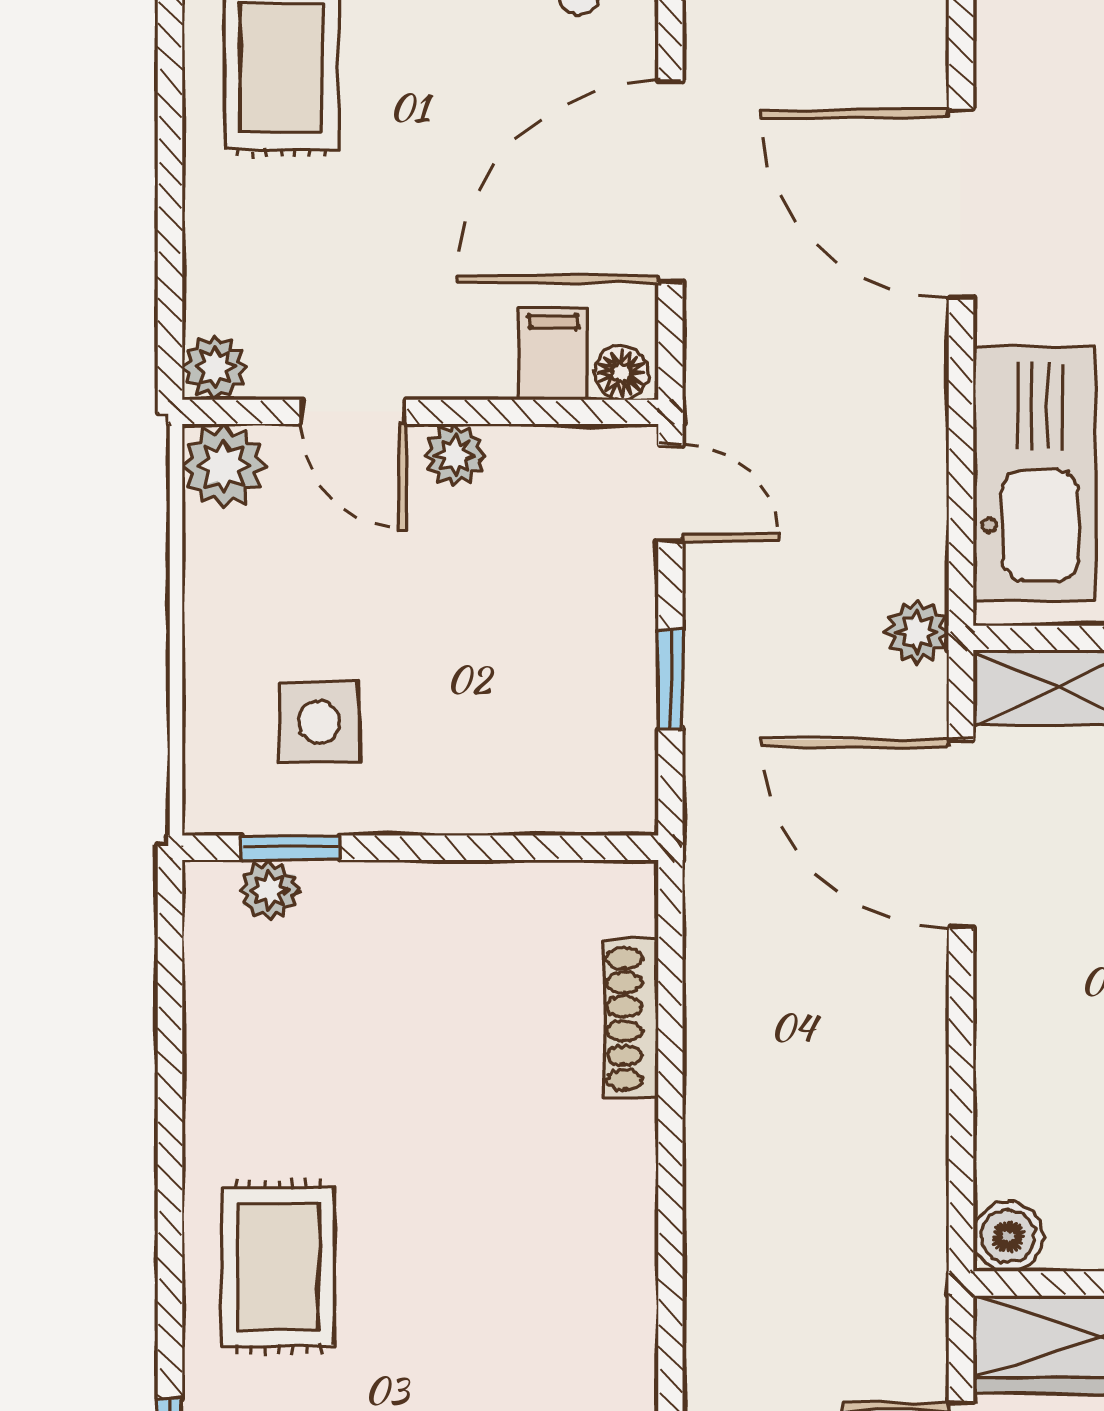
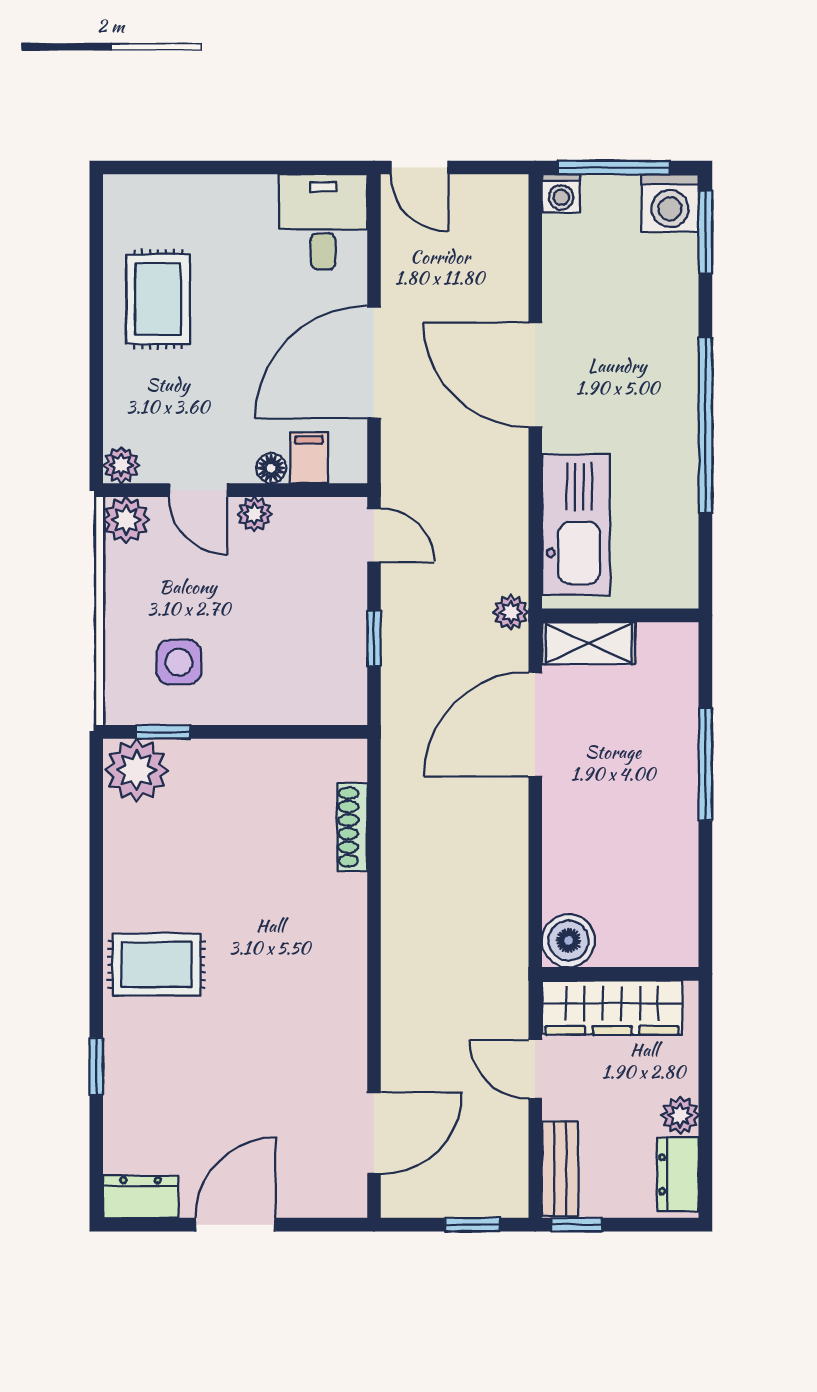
floor lamp: (621, 373) -> (271, 468), moved
door: (961, 834) -> (535, 724), hinge flipped
plant: (269, 890) -> (137, 770), width x1.88, depth x1.88
boiler: (1008, 1236) -> (568, 941), width x1.36, depth x1.36
rug: (278, 1267) -> (156, 965), turned 90

